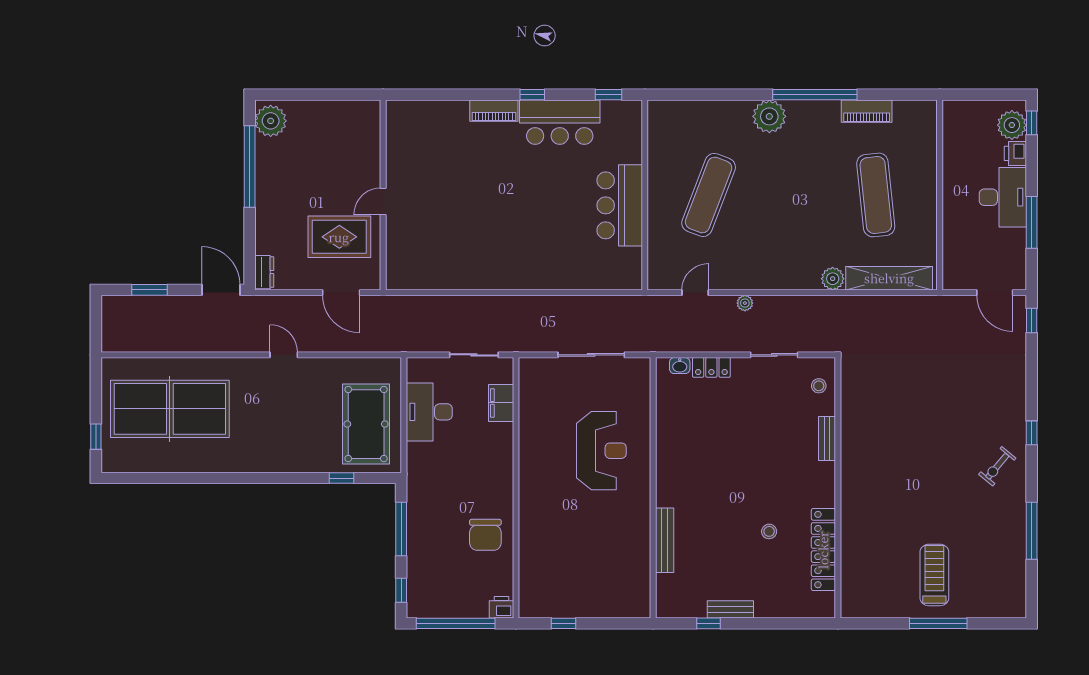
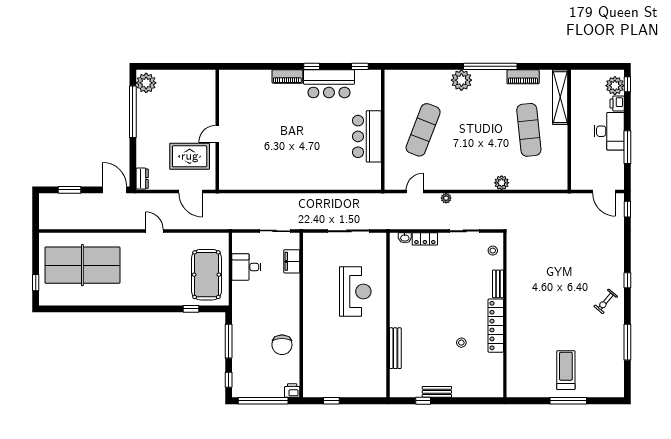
shelving: (889, 278) -> (560, 97), moved, turned 90
desk: (429, 412) -> (246, 267), width x0.73
locker: (823, 550) -> (496, 326), moved

